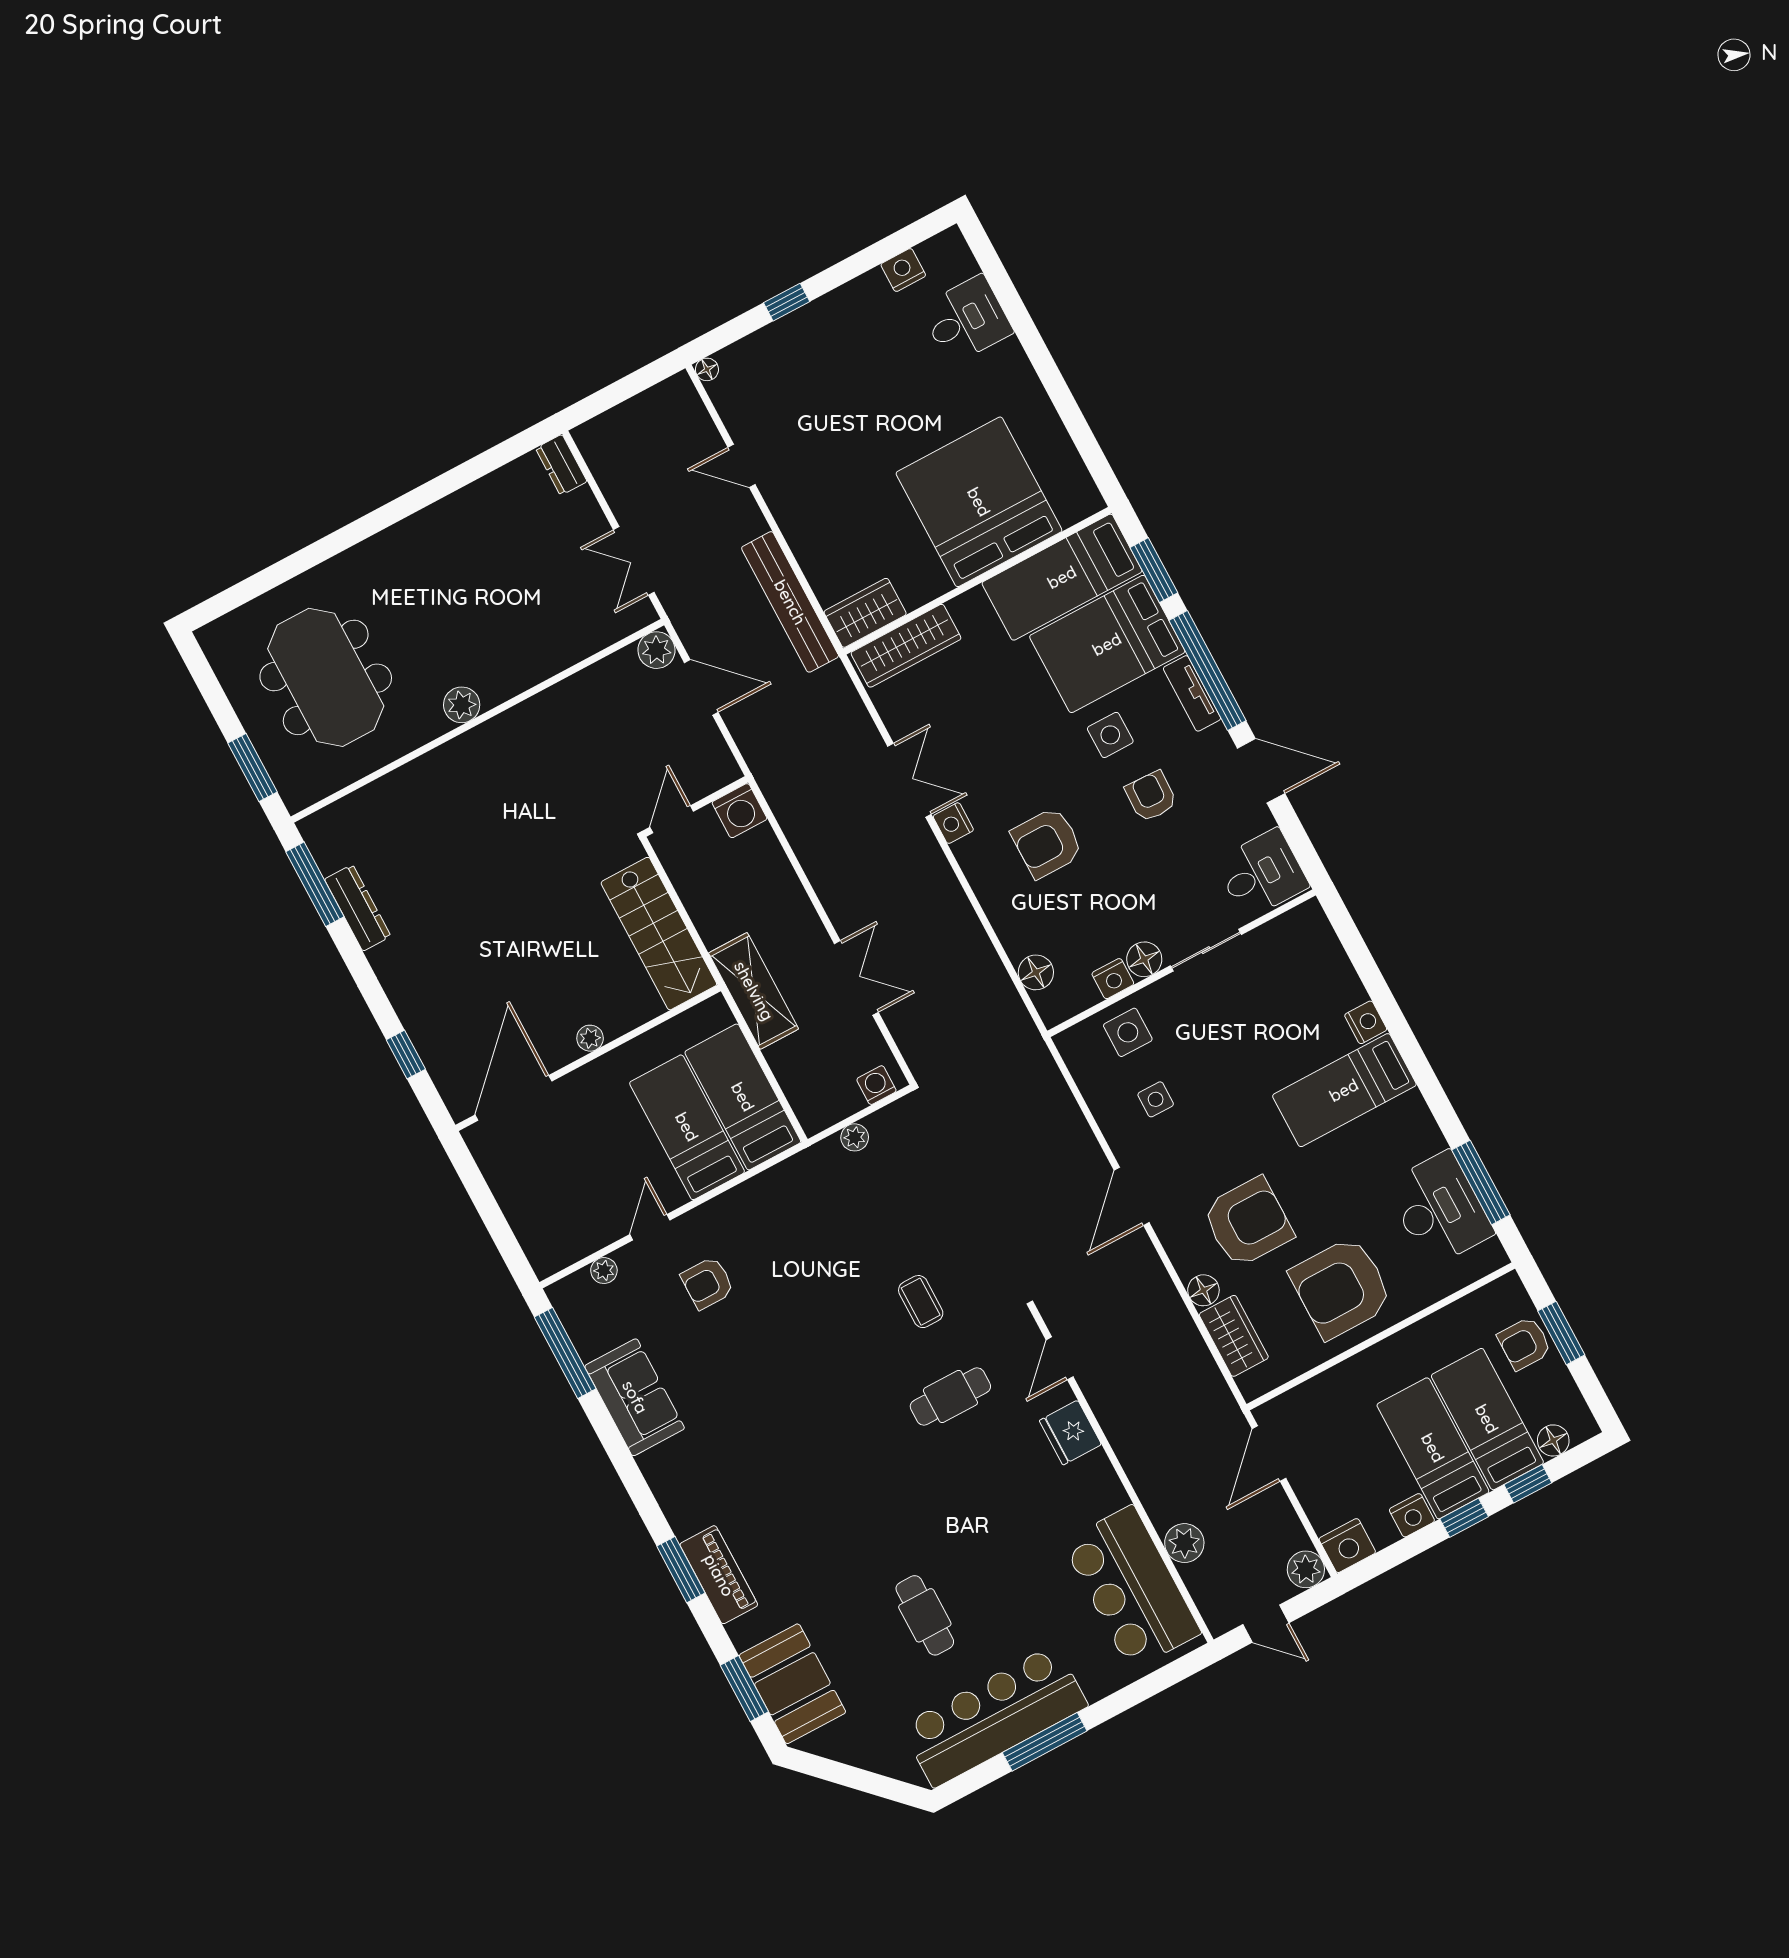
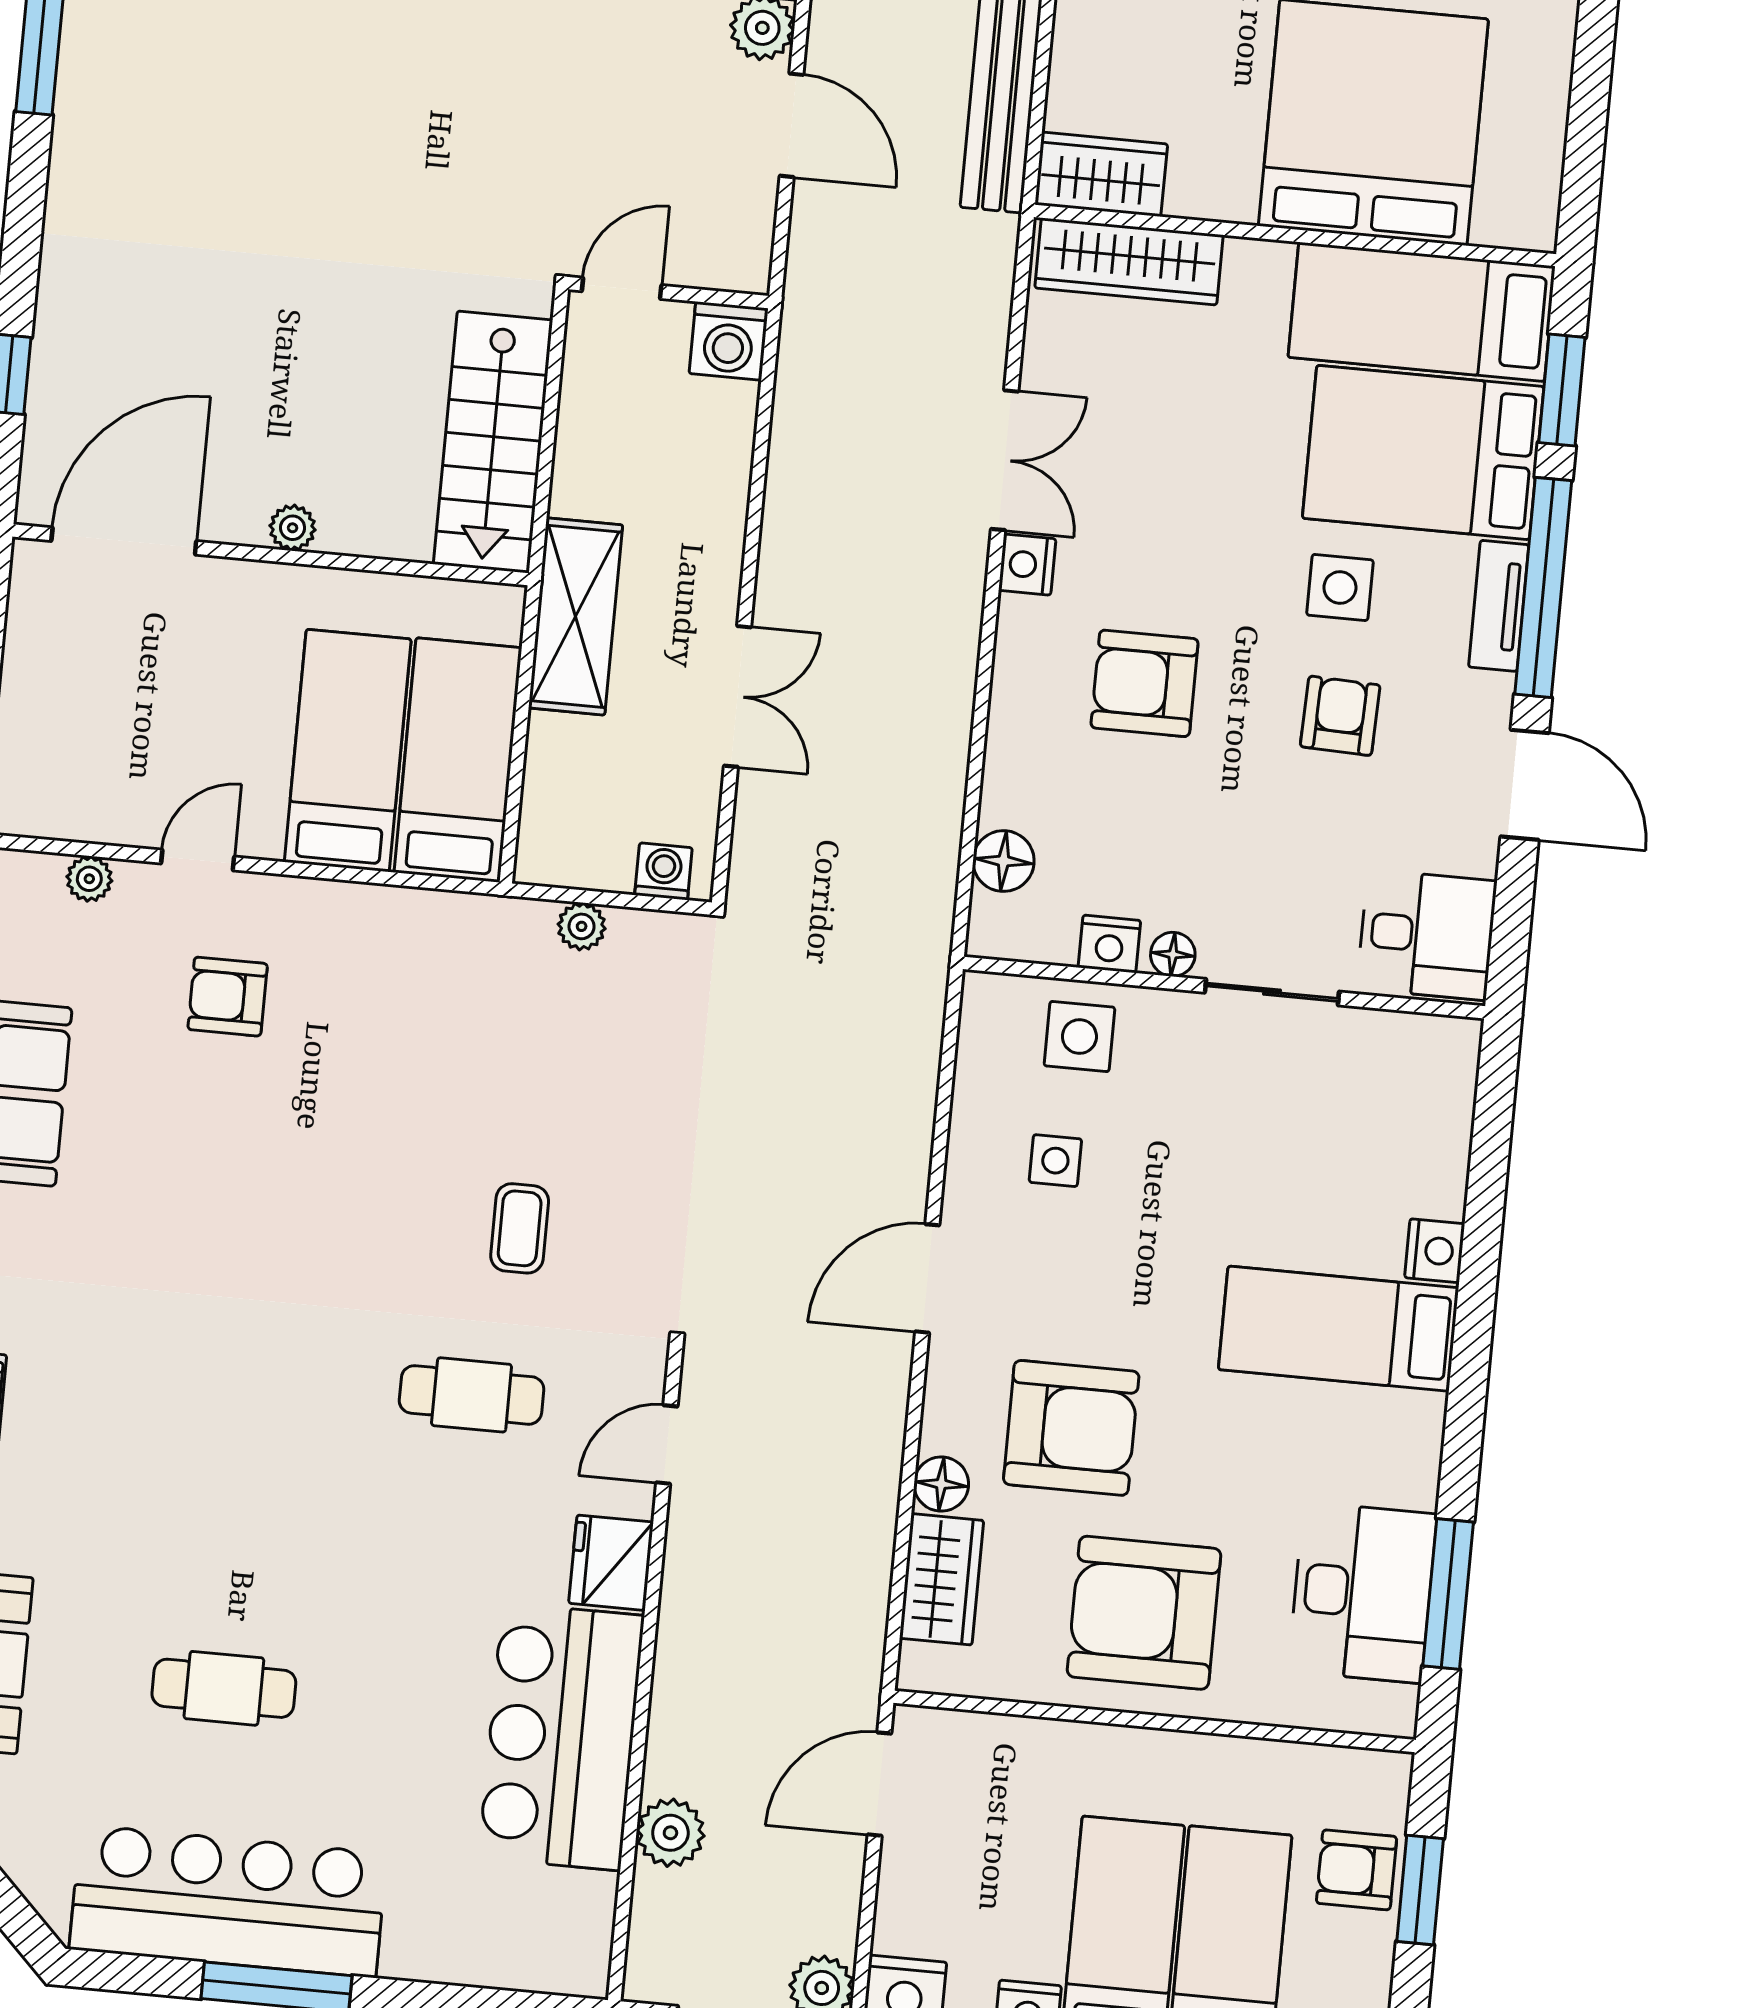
dresser: (358, 908) -> (80, 115), removed
floor lamp: (1144, 959) -> (1173, 954), width x0.73, depth x0.73
bar counter: (1132, 1588) -> (561, 1737), moved
cafe table: (925, 1615) -> (224, 1688), turned 90

